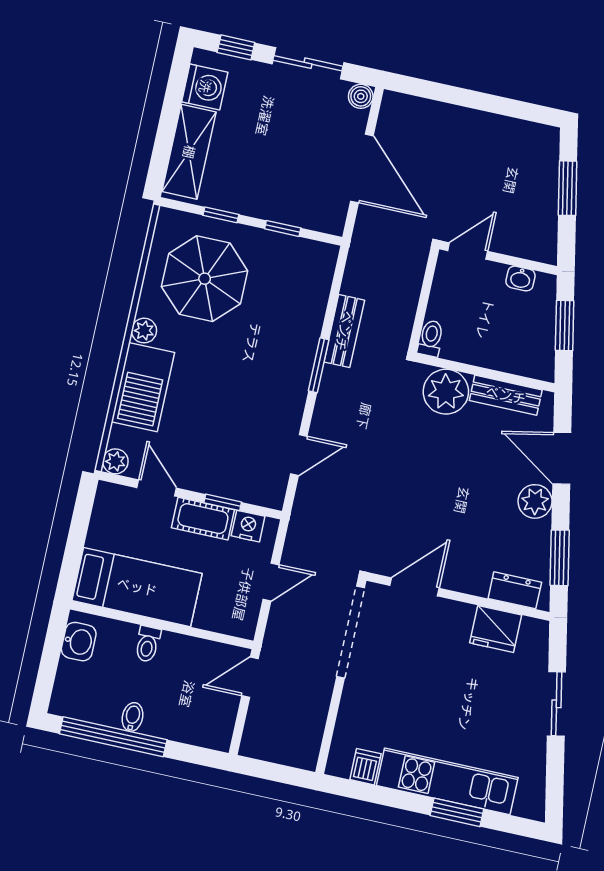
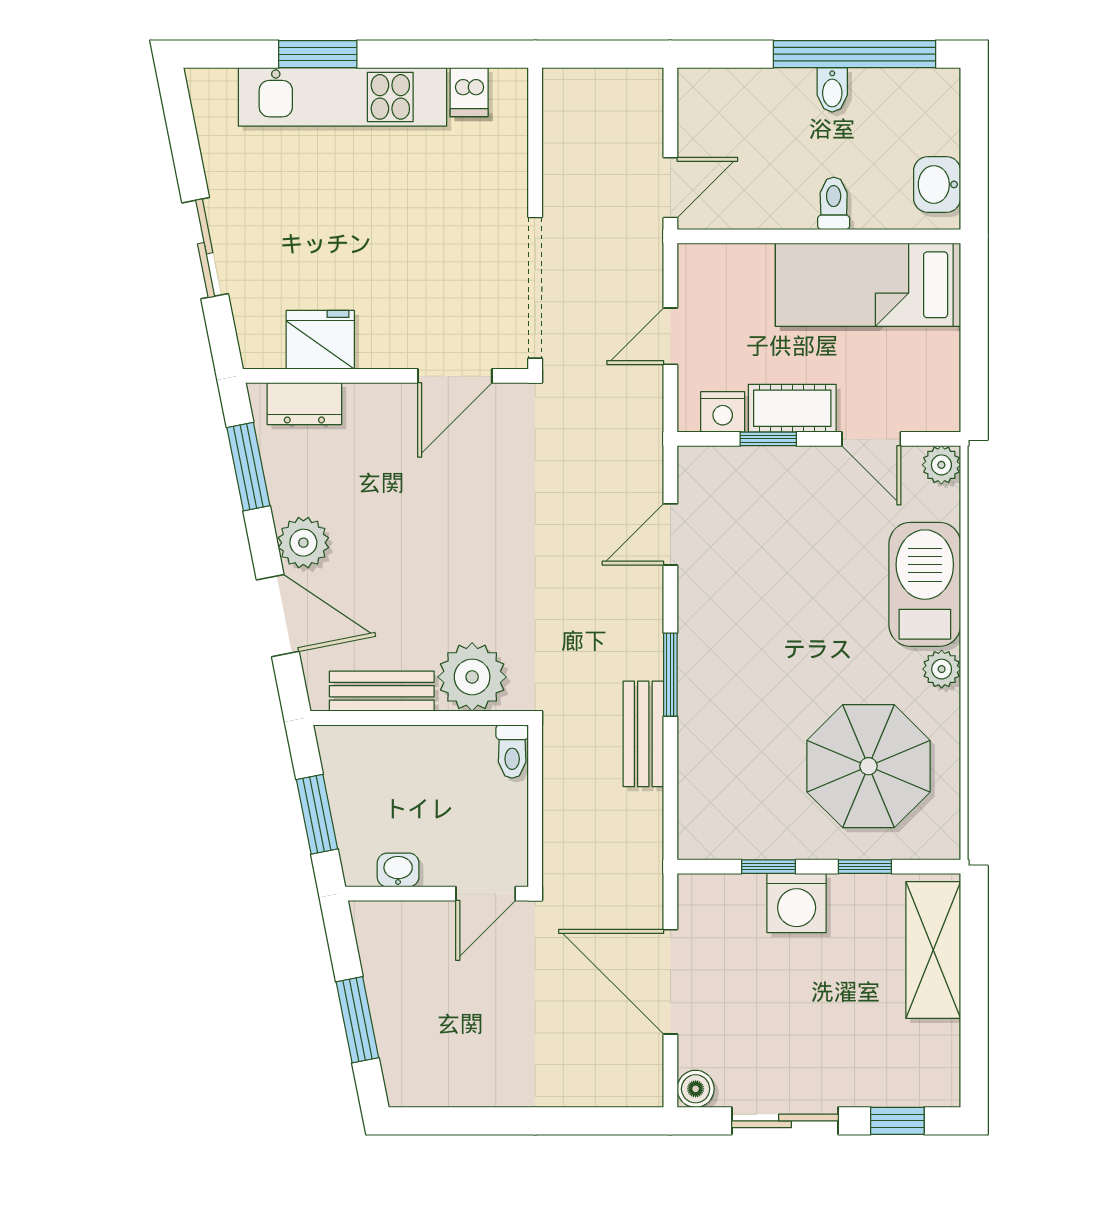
washing machine: (205, 87) -> (797, 903), moved, turned -90

